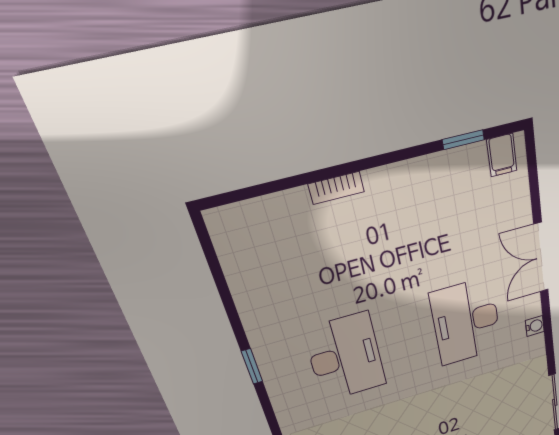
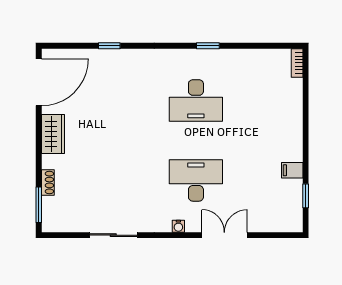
filing cabinet: (502, 155) -> (292, 170), moved
bookcase: (336, 188) -> (297, 63), moved

